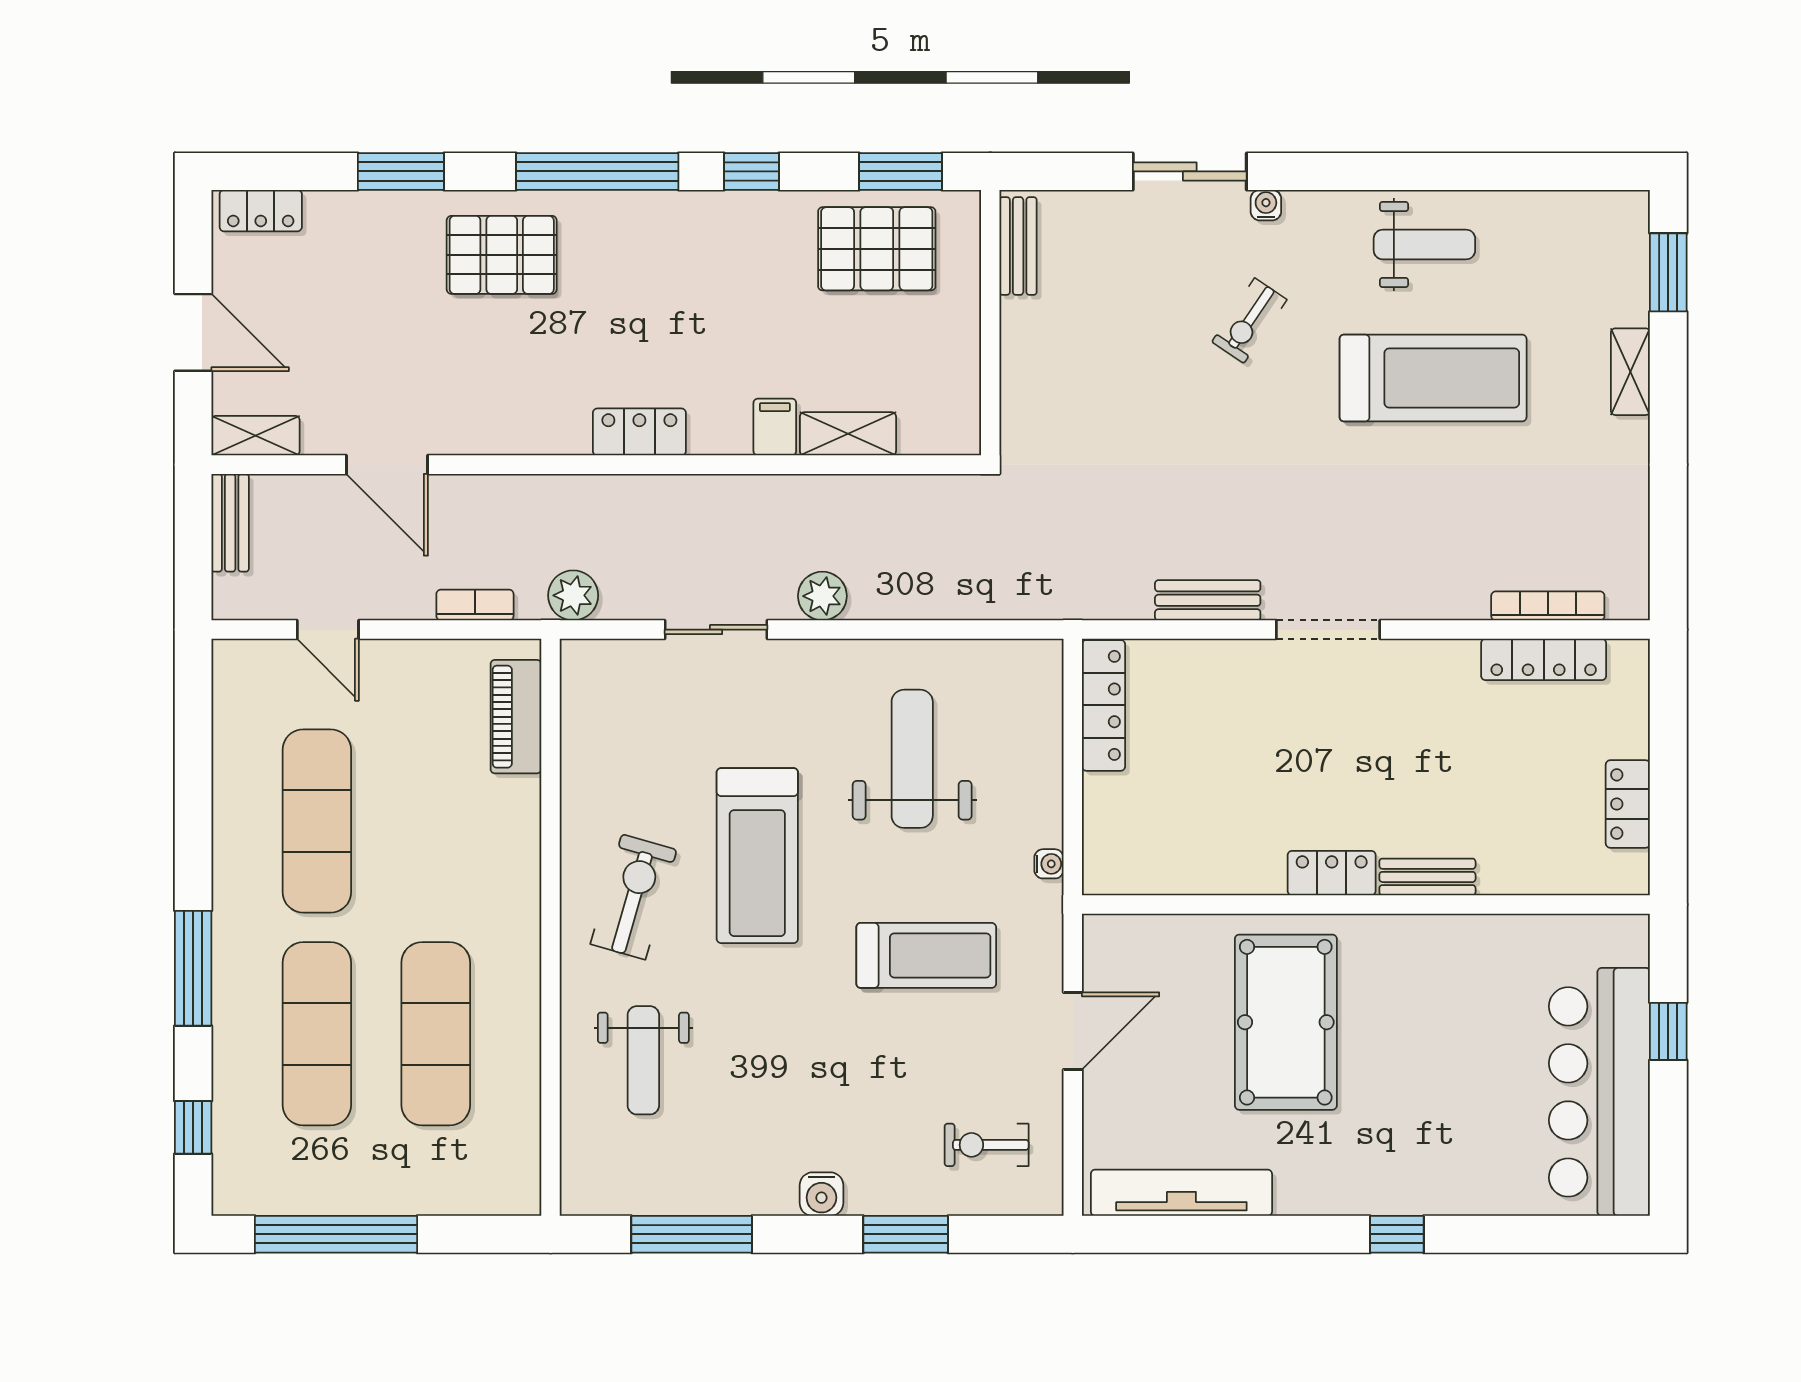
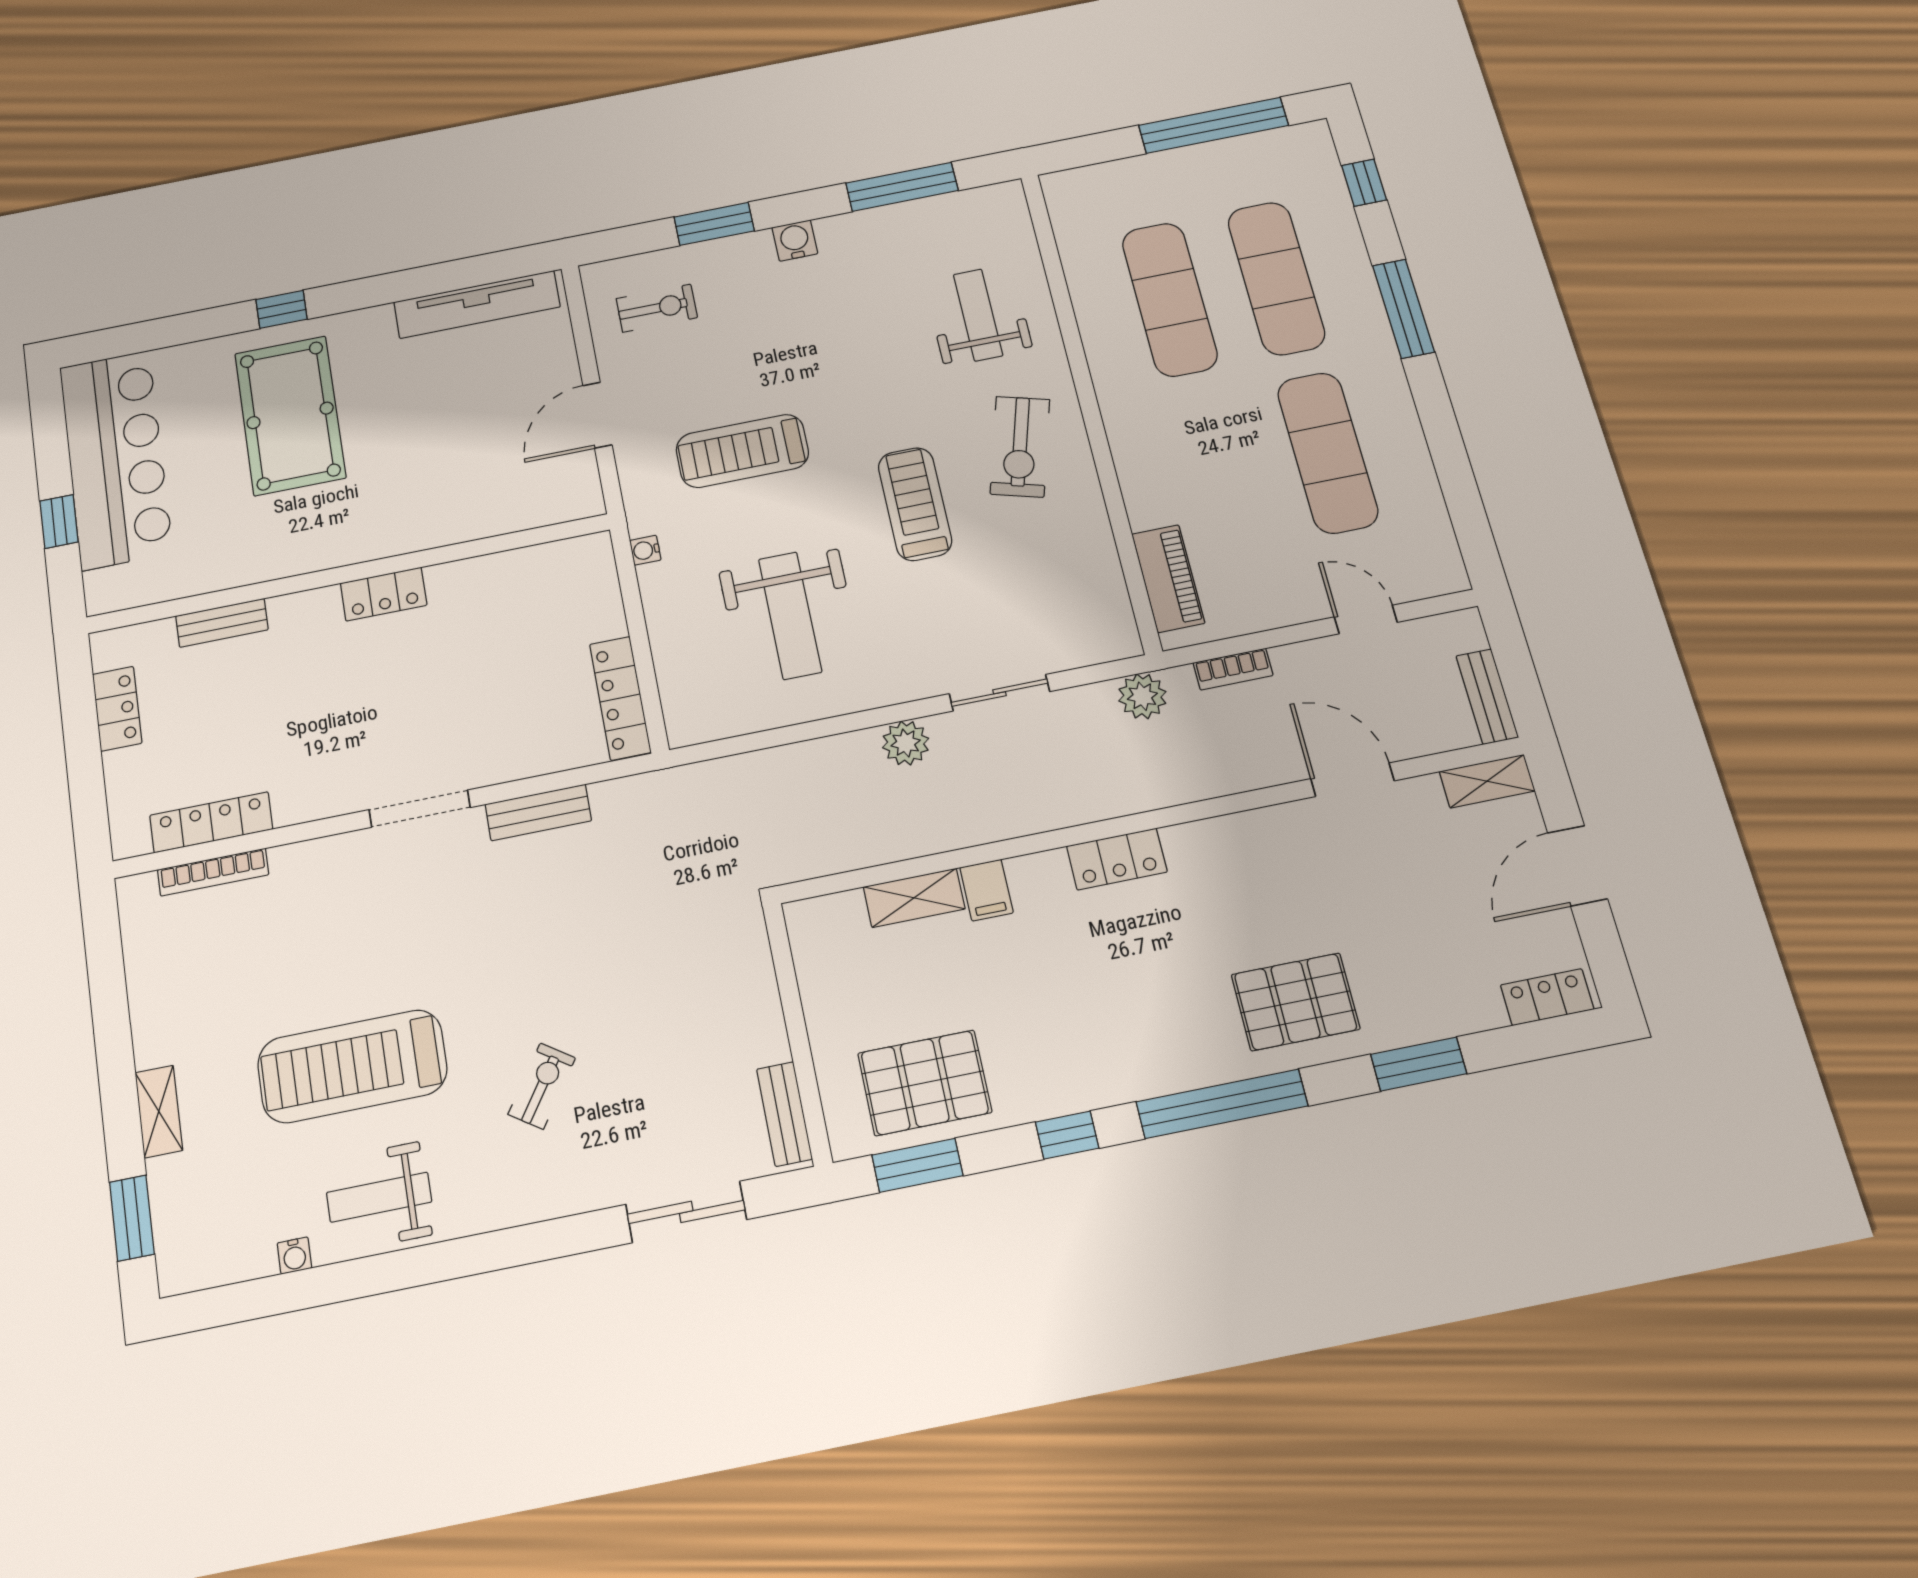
sliding door: (1190, 171) -> (686, 1212), moved
water cooler: (1266, 205) -> (294, 1255), moved
door: (193, 332) -> (1578, 866), hinge flipped
treadmill: (757, 856) -> (915, 504), width x0.73, depth x0.73
bench: (1427, 877) -> (222, 623), moved
pool table: (1286, 1022) -> (290, 415), moved

